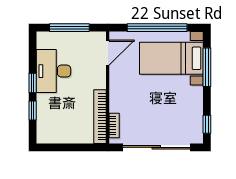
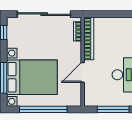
door: (108, 53) -> (83, 72), moved
bed with nightstands: (171, 58) -> (32, 77), width x1.36

